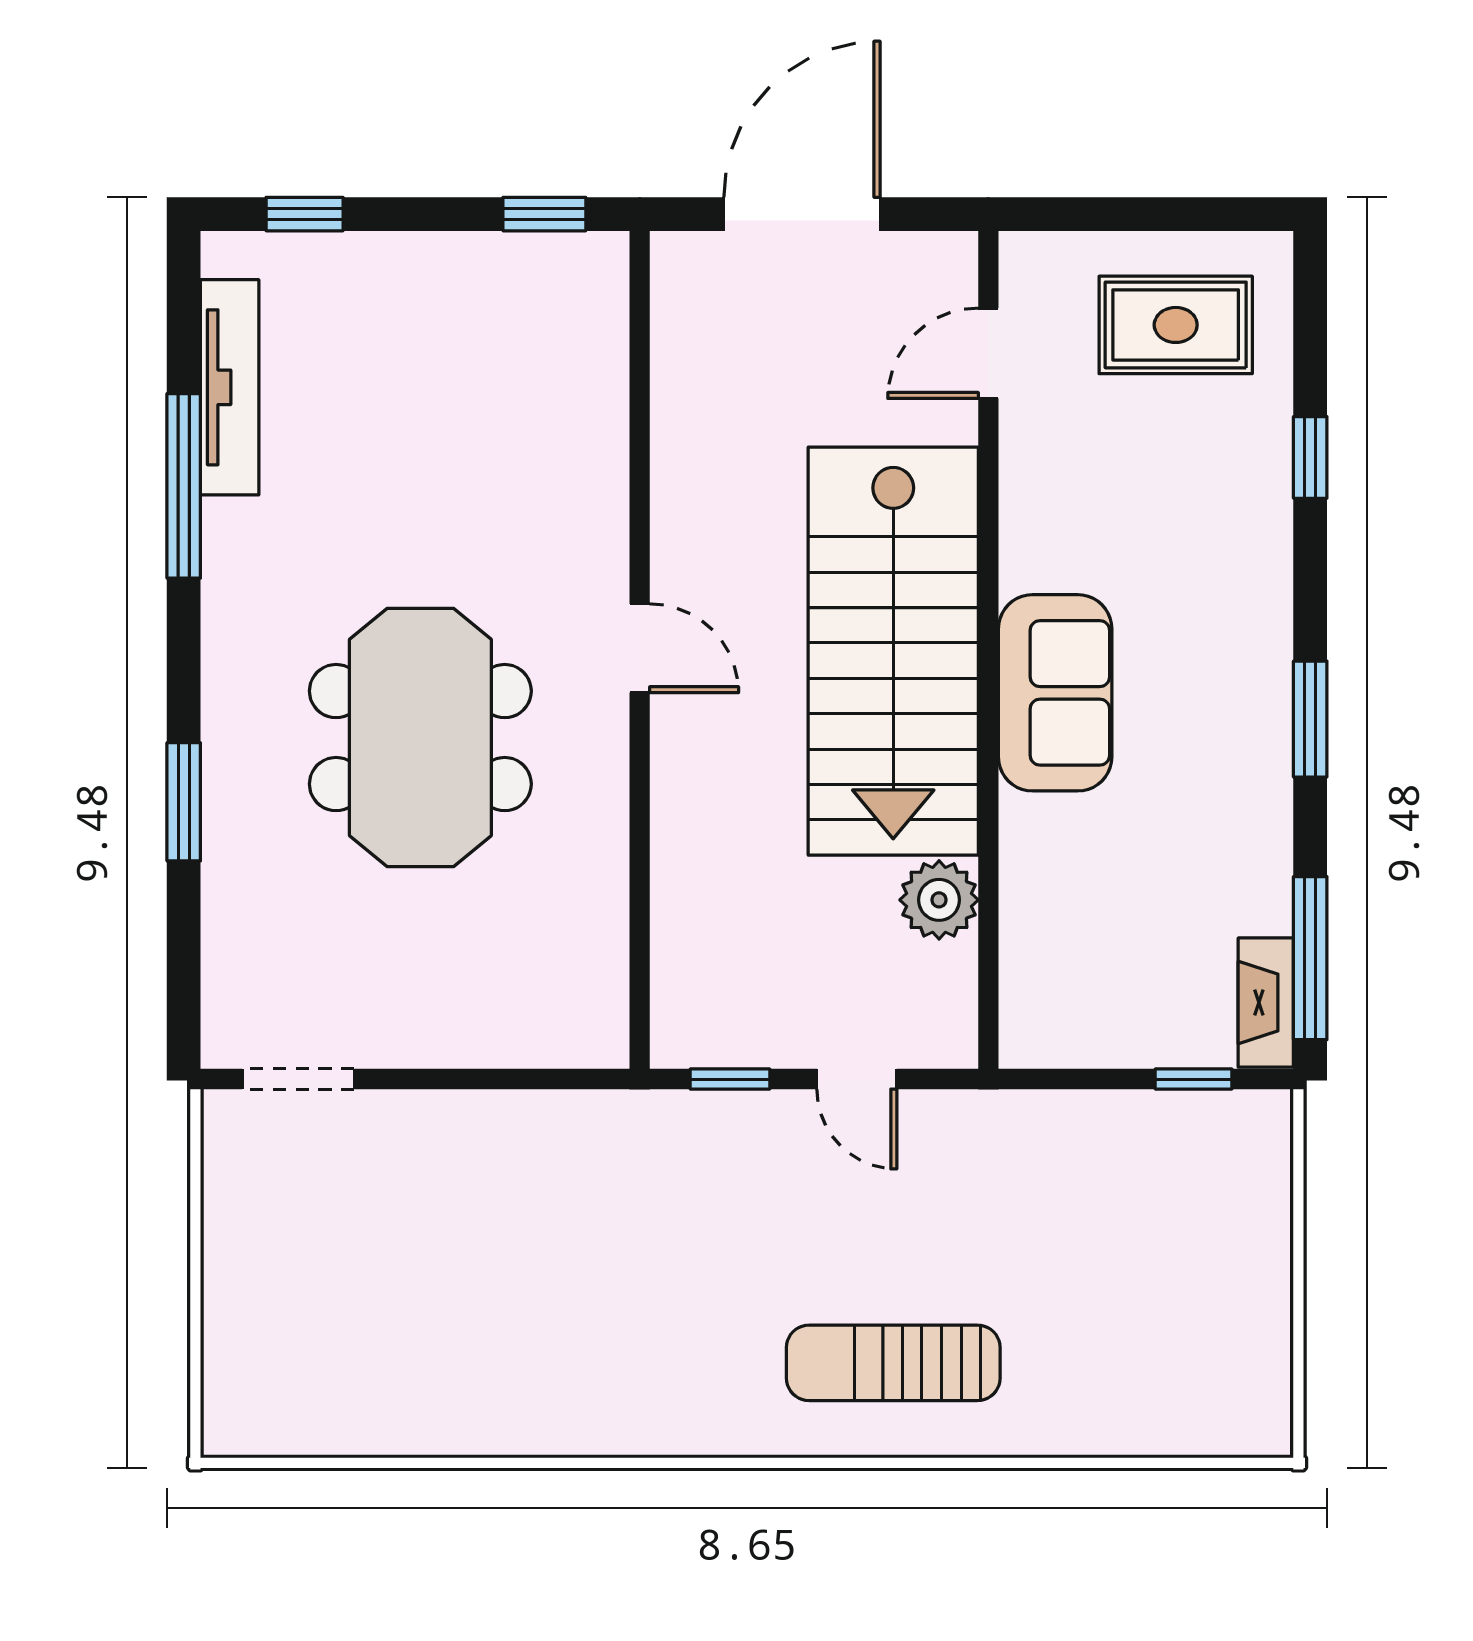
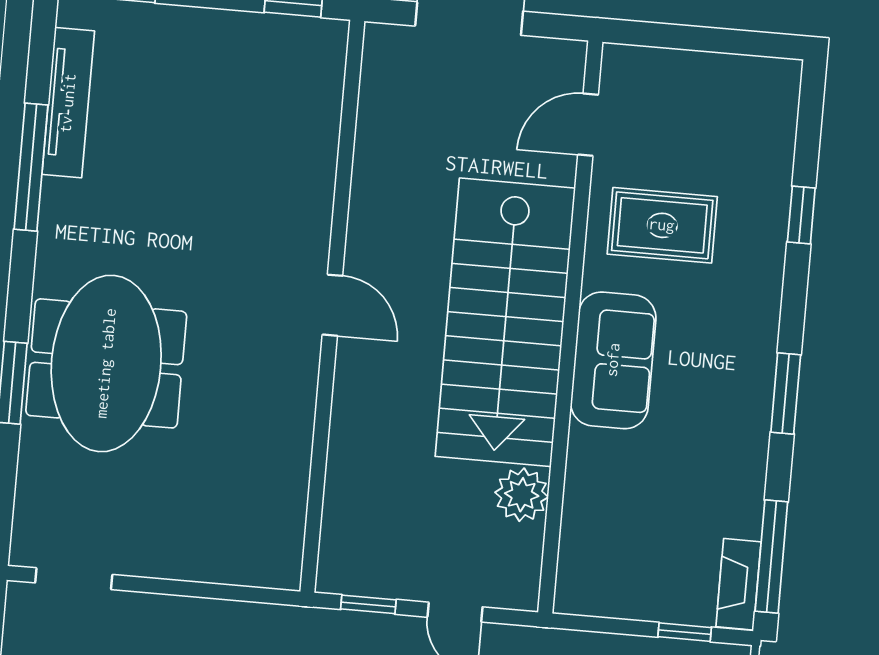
rug: (1176, 325) -> (662, 225), moved
meeting table: (420, 738) -> (106, 363), moved

